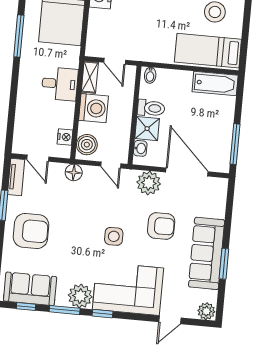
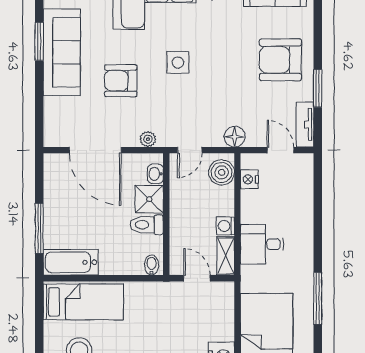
washing machine: (93, 108) -> (225, 226), width x0.53, depth x0.53
window: (235, 144) -> (39, 228), moved
door: (111, 165) -> (190, 150), swing flipped
plant: (149, 183) -> (148, 139), width x0.53, depth x0.53

